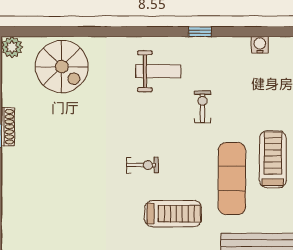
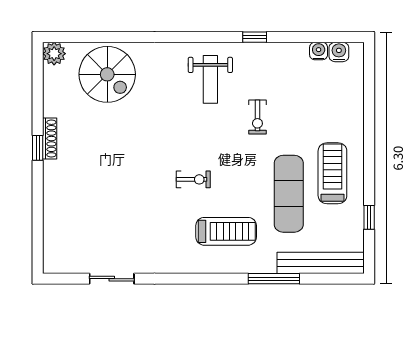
water cooler: (279, 46) -> (339, 52), added
weight bench: (158, 71) -> (210, 79), turned 90
exercise bike: (203, 107) -> (257, 117), turned 180

